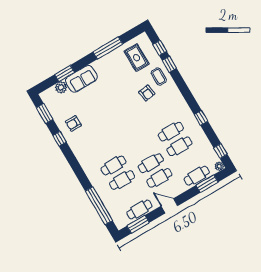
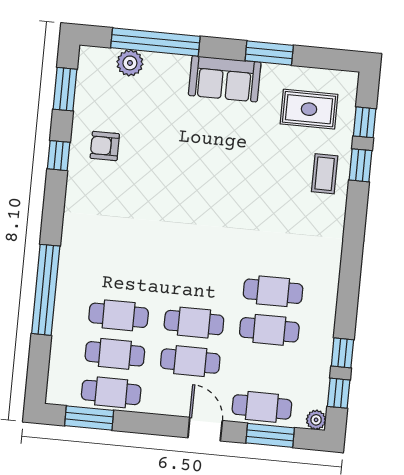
window: (108, 48) -> (269, 53), width x0.69
rug: (137, 58) -> (309, 109), turned 90
window: (65, 73) -> (155, 42), width x2.11
sofa: (81, 79) -> (225, 79), moved
armchair: (147, 93) -> (281, 188), removed
window: (201, 118) -> (342, 353), moved
cafe table: (113, 165) -> (115, 354), moved
window: (99, 206) -> (46, 290), moved
door: (169, 206) -> (205, 429), moved

